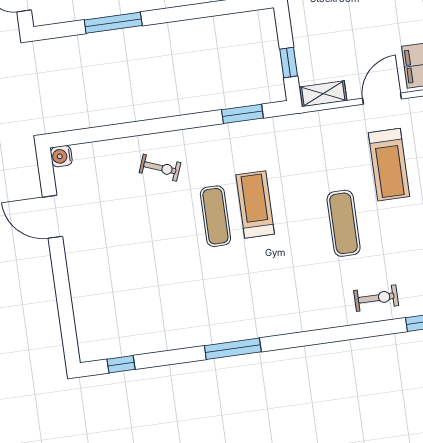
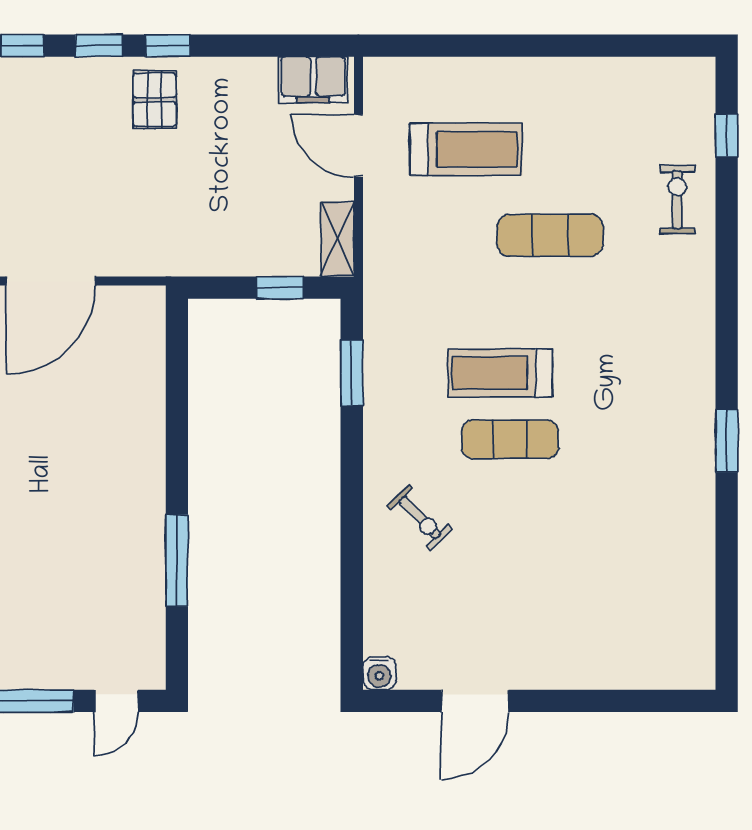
exercise bike: (160, 168) -> (420, 518), turned 115
window: (233, 349) -> (727, 441), width x0.69
window: (121, 364) -> (727, 624), removed

